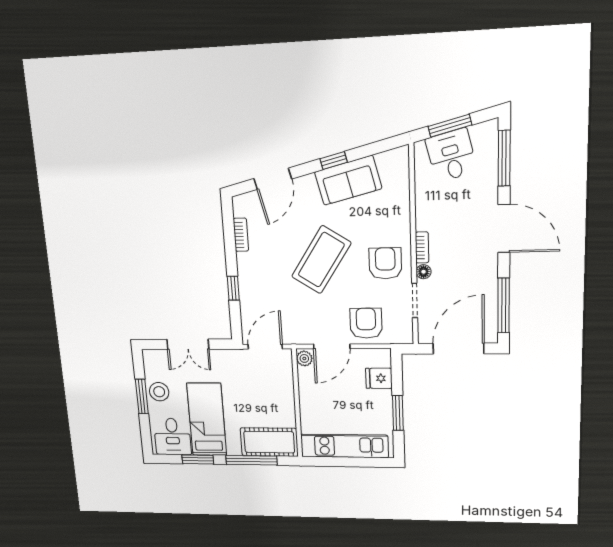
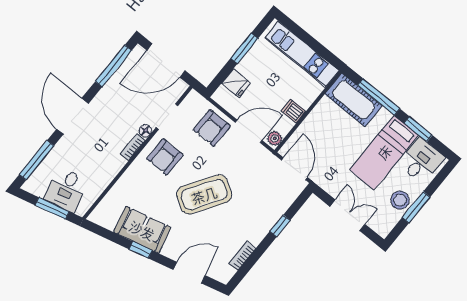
door: (265, 347) -> (294, 169), swing flipped
dishwasher: (309, 394) -> (293, 111), added

